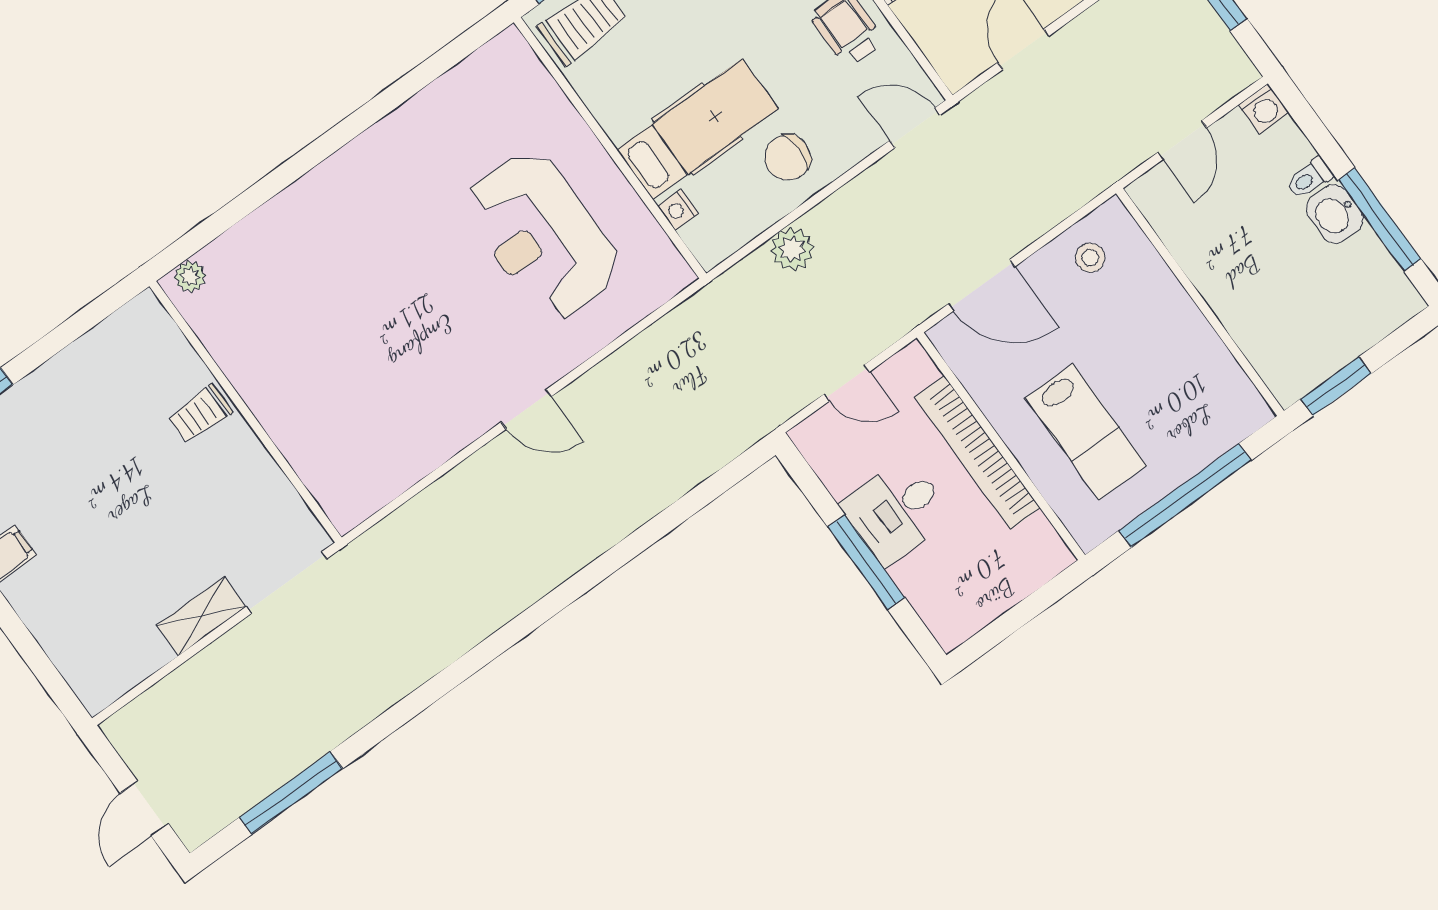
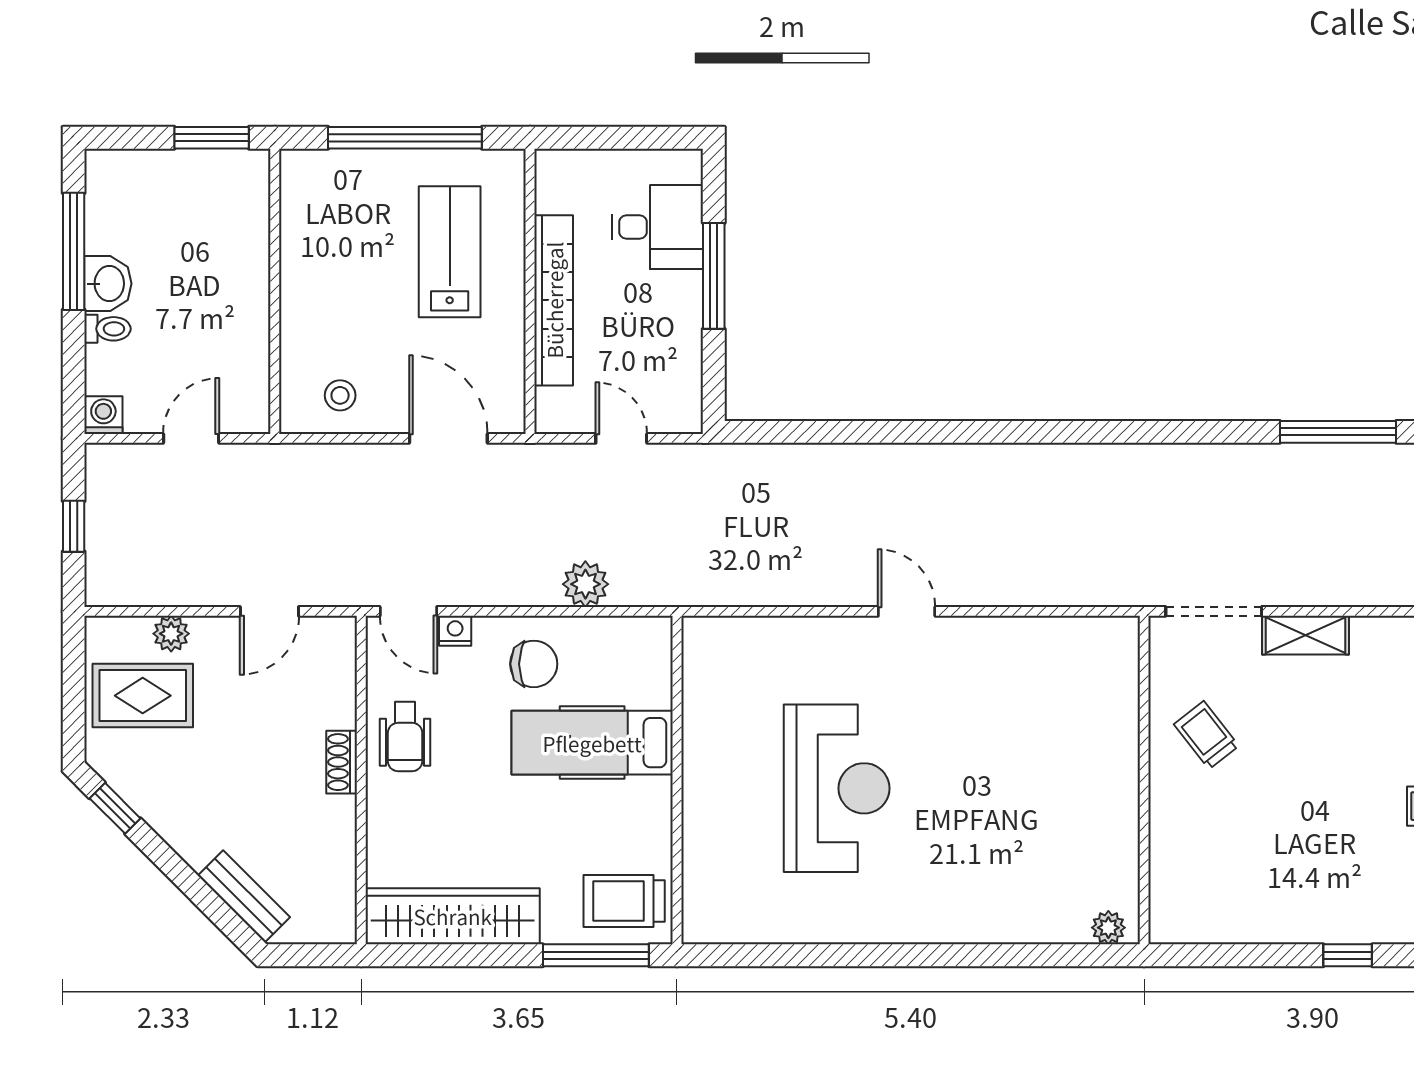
nightstand: (678, 210) -> (455, 631), moved, turned -90
reception desk: (542, 236) -> (837, 788), moved
trolley: (200, 414) -> (1206, 735), moved, turned -128
desk: (896, 511) -> (658, 227), moved

